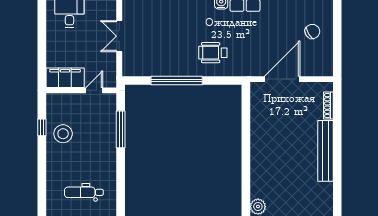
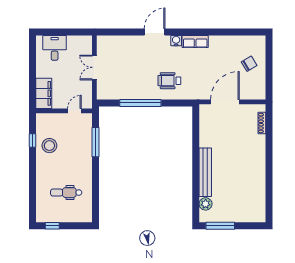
filing cabinet: (65, 78) -> (44, 93), moved, turned 90
bench: (325, 151) -> (205, 172), moved

